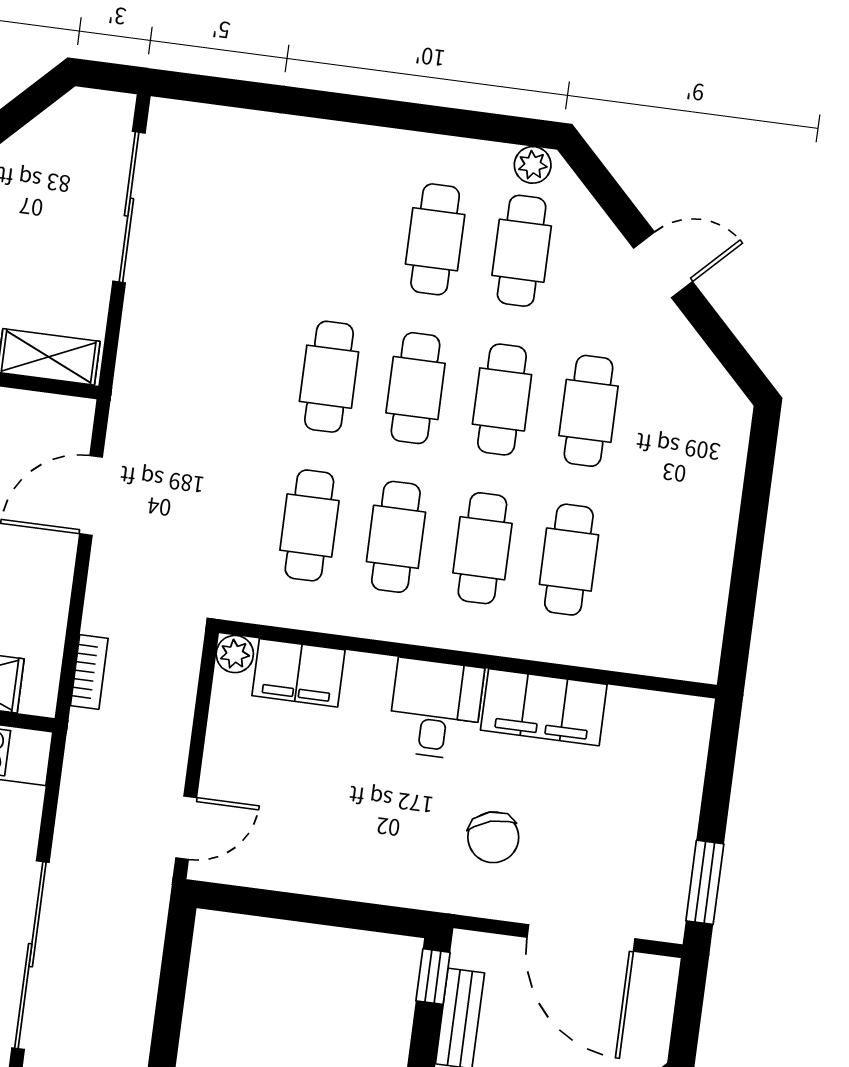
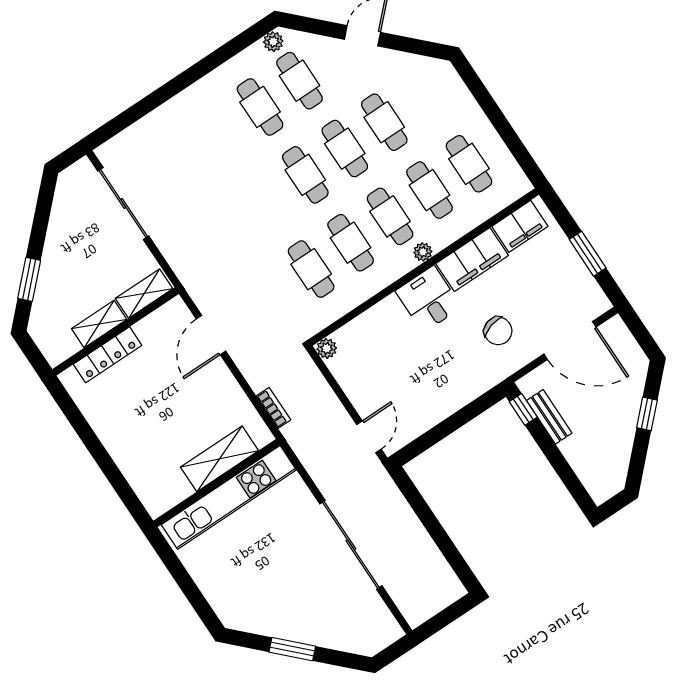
cafe table: (329, 377) -> (469, 164), moved
plant: (485, 637) -> (423, 252), added
filing cabinet: (298, 673) -> (520, 226), moved
window: (705, 882) -> (588, 254), moved

